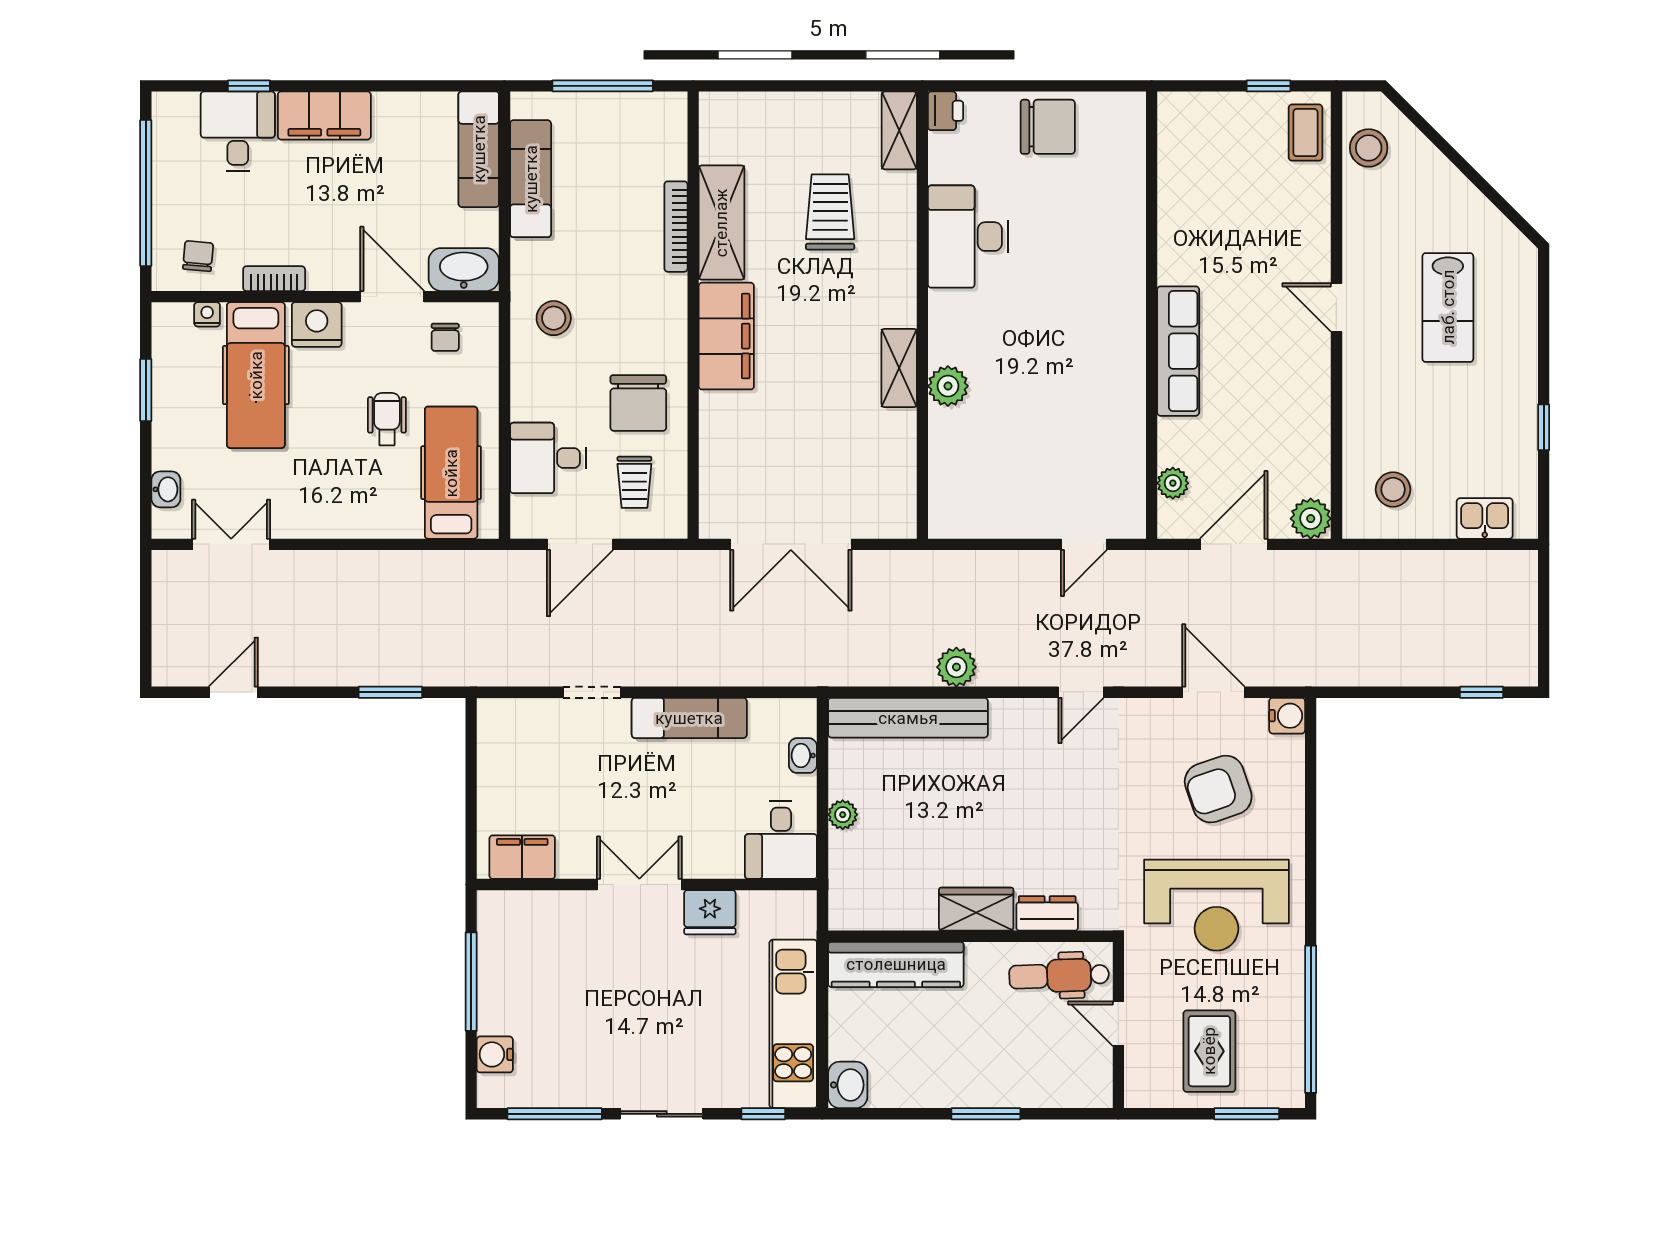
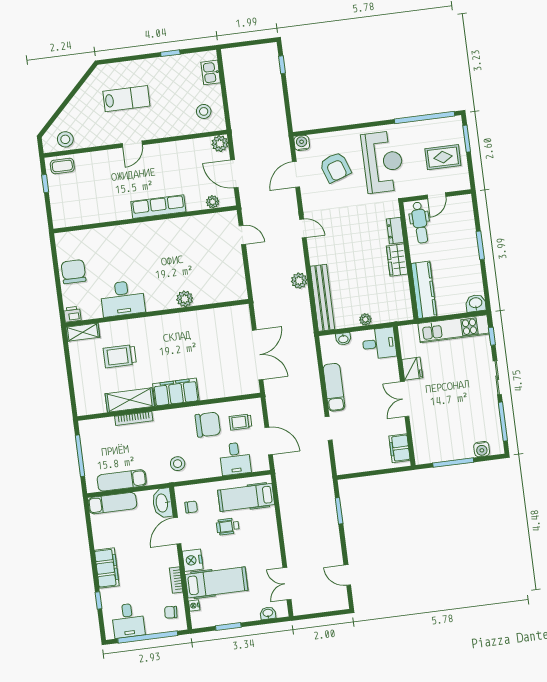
desk: (238, 131) -> (128, 621), moved, turned -90
shelving: (899, 368) -> (180, 320), removed
trolley: (634, 482) -> (240, 422), turned 180

